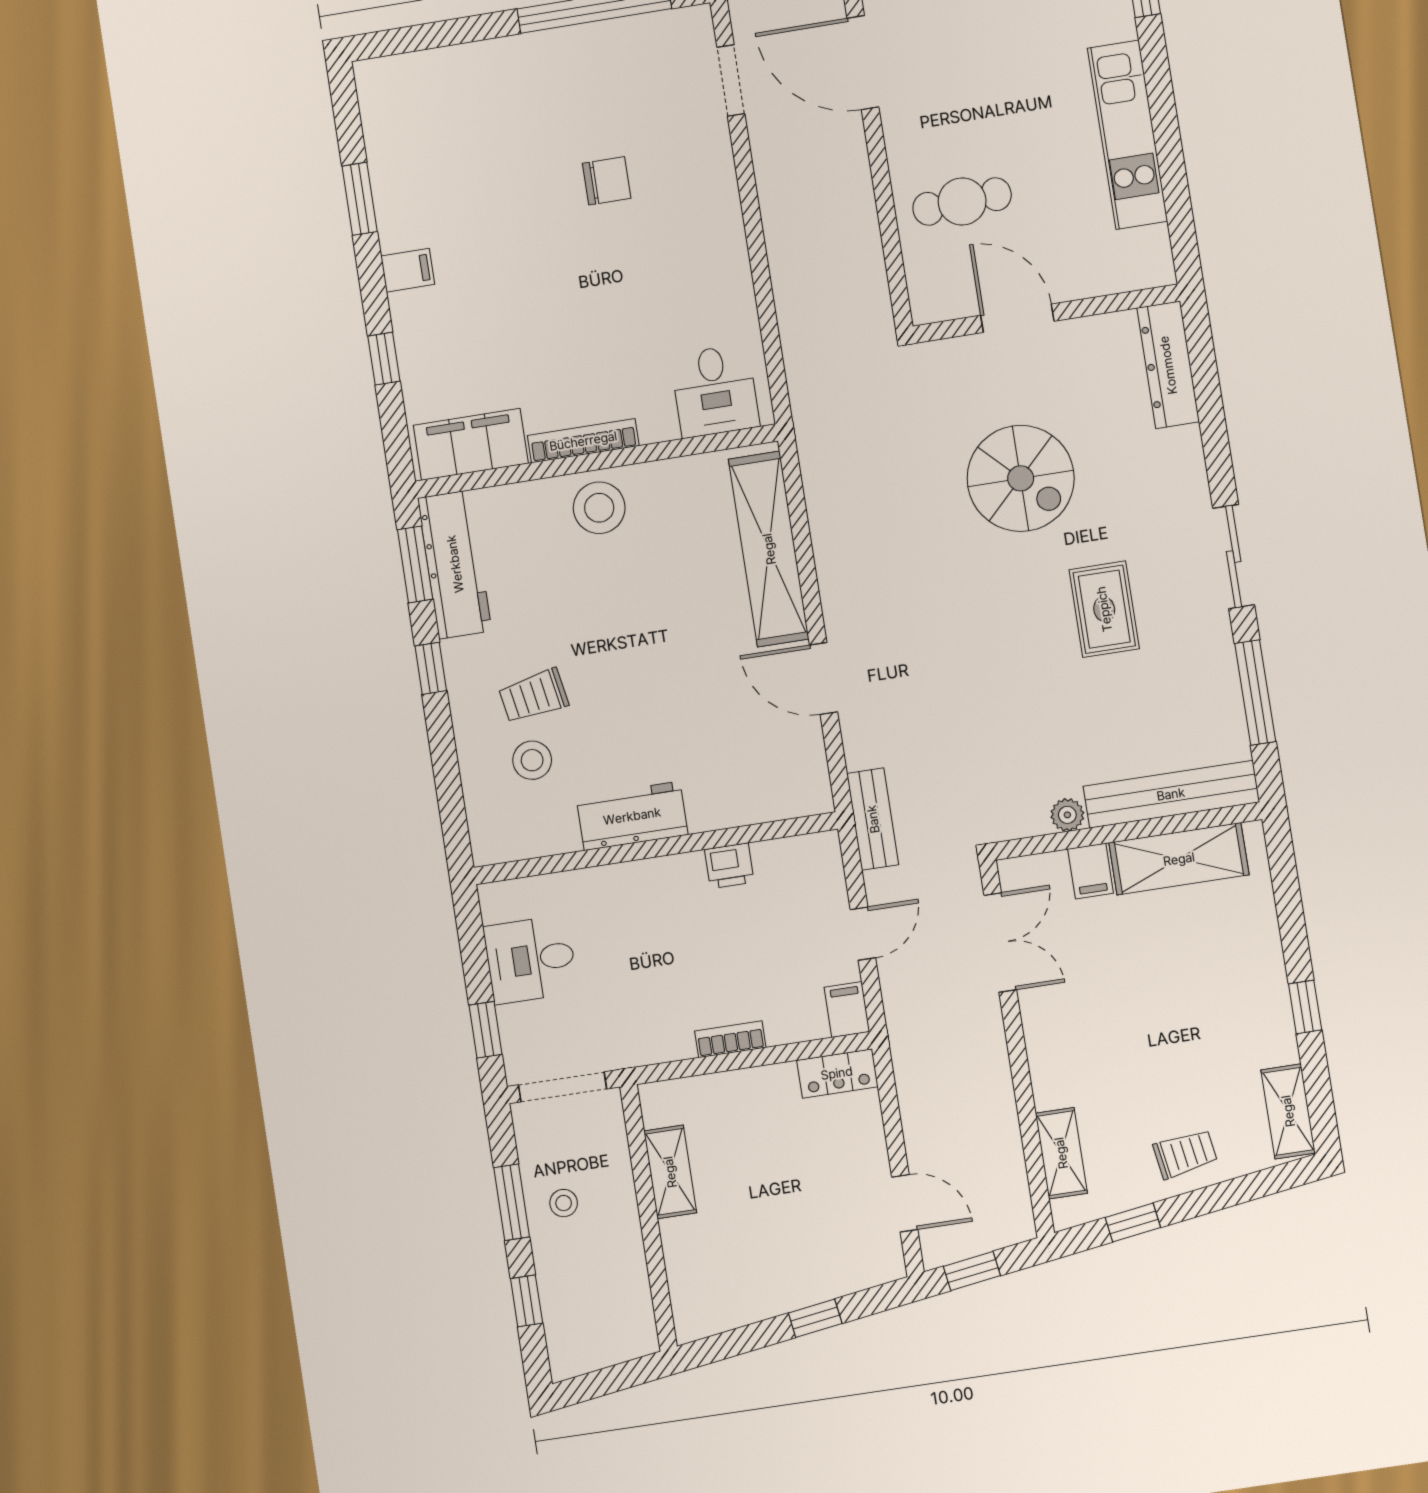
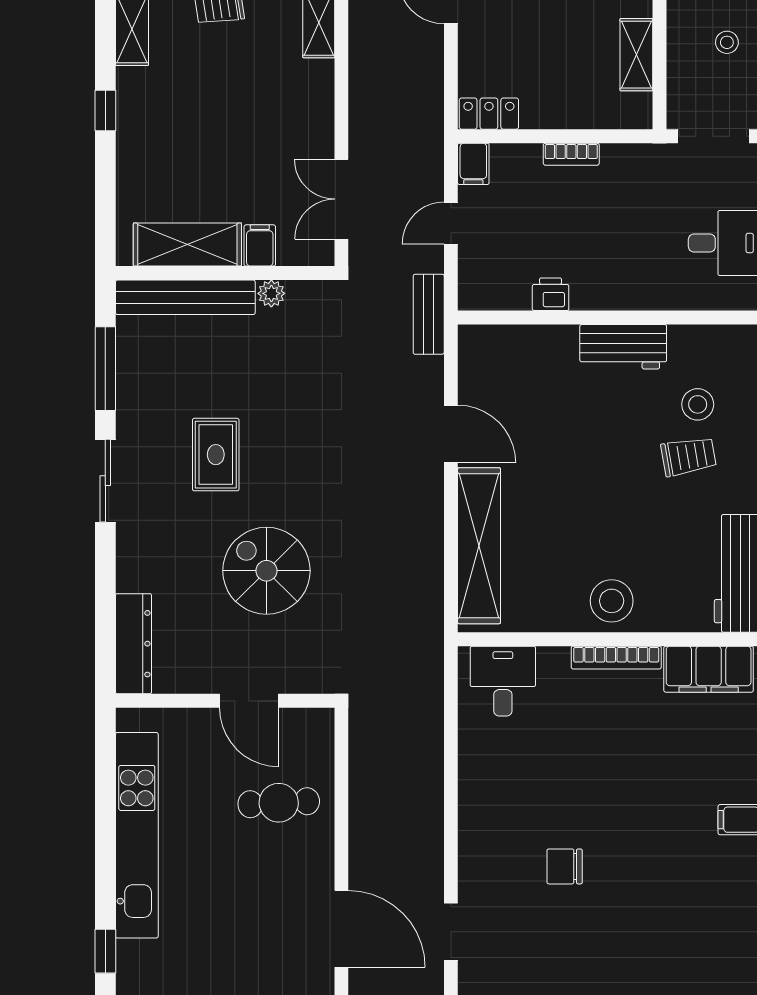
kitchen unit: (1128, 135) -> (137, 835), width x1.36

